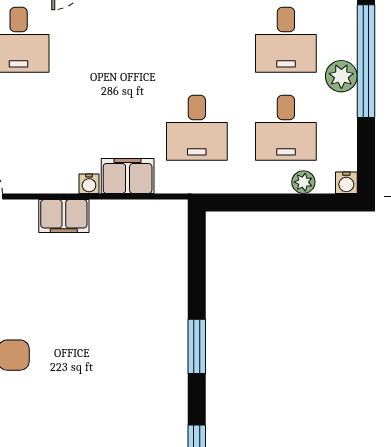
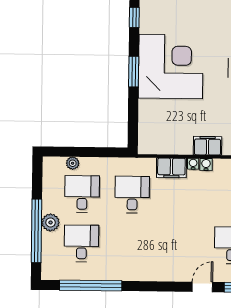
water cooler: (346, 183) -> (206, 164), moved
corner desk: (131, 356) -> (171, 67), added

